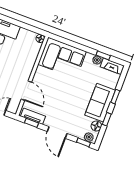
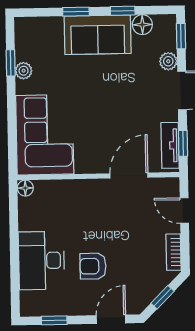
fireplace: (112, 66) -> (24, 39), removed
plant: (89, 137) -> (168, 61), moved

